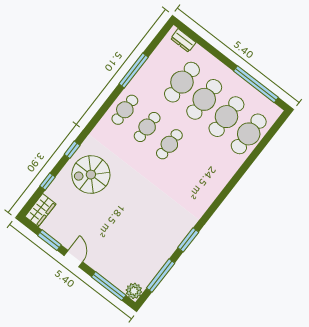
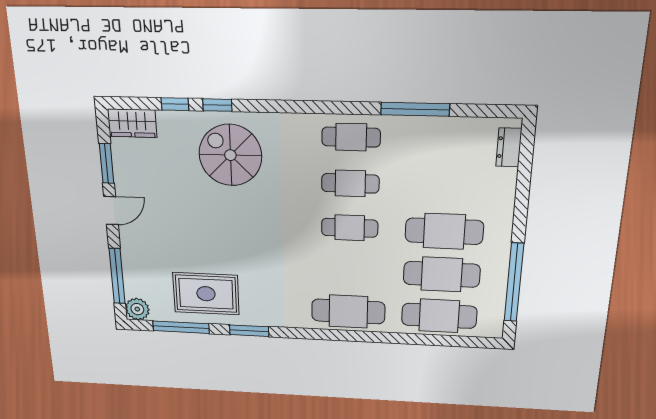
cafe table: (182, 82) -> (348, 311), moved
window: (72, 150) -> (217, 105), moved
rug: (152, 246) -> (206, 294), added

